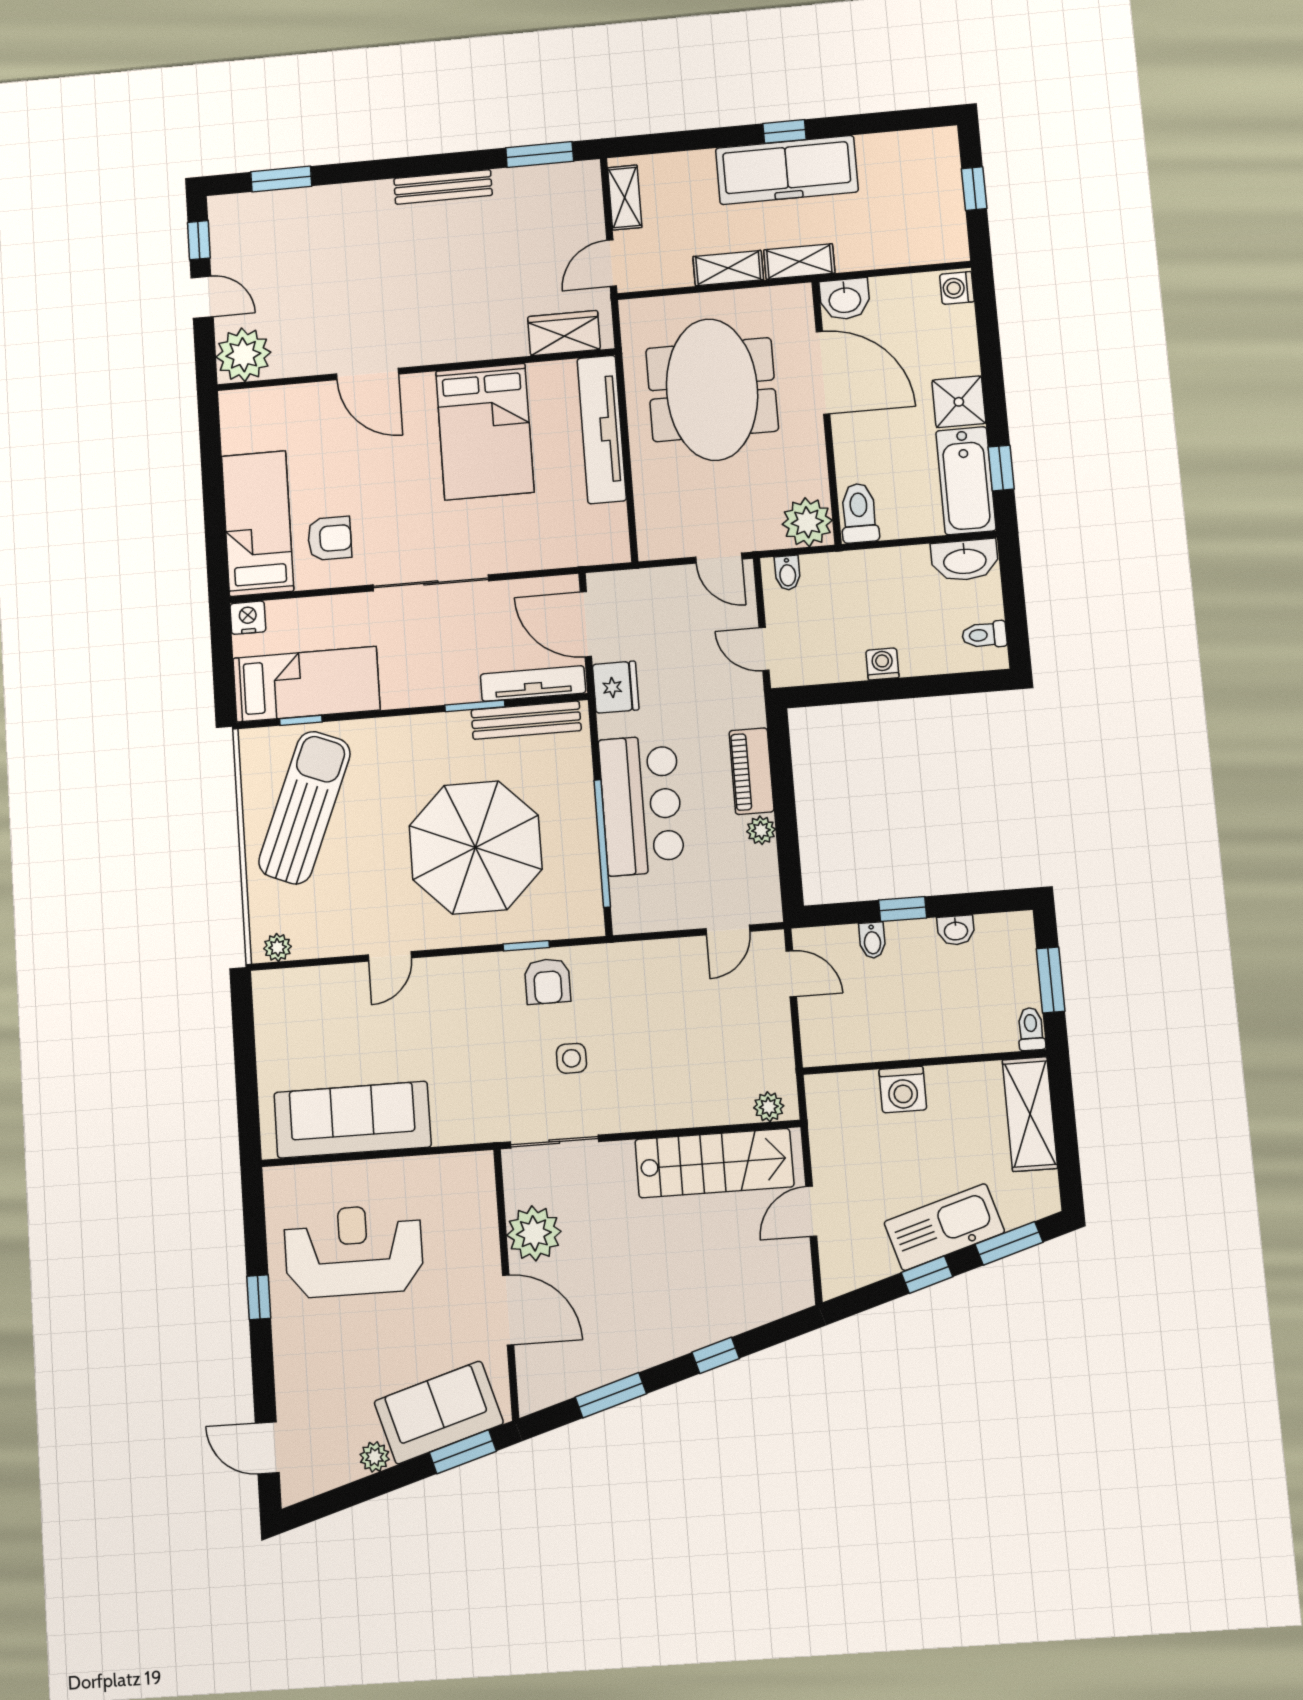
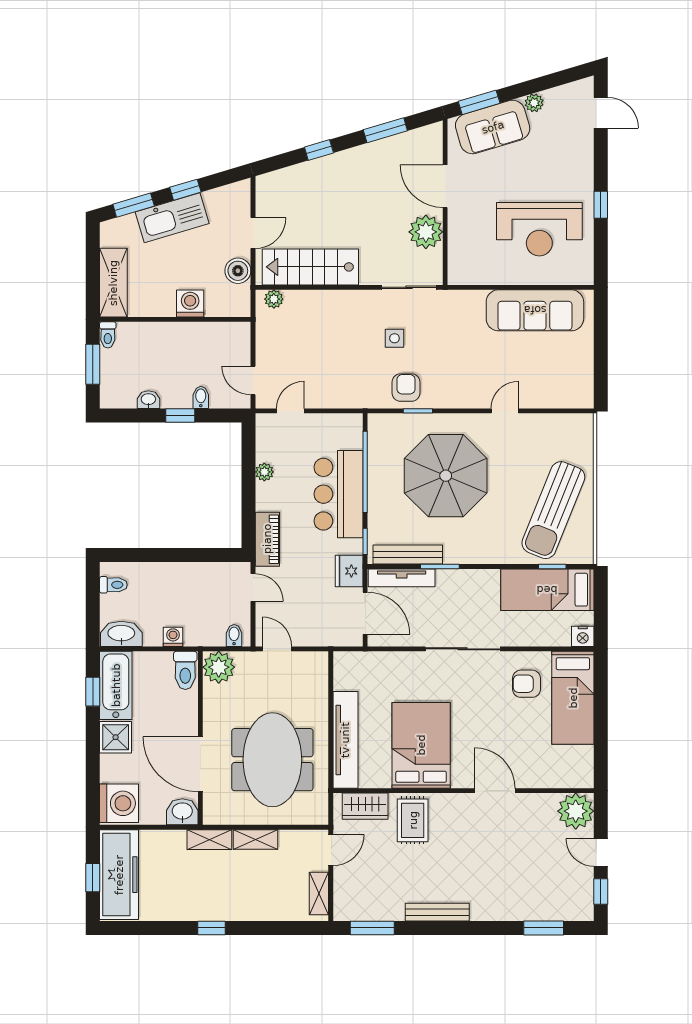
freezer: (787, 170) -> (119, 875), moved, turned 90
washing machine: (957, 288) -> (119, 803), width x1.89, depth x1.89
rug: (490, 319) -> (413, 820), added
washing machine: (882, 664) -> (173, 637), moved, turned 180
window: (594, 735) -> (365, 541), added
piano: (751, 771) -> (267, 539), moved
plant: (277, 947) -> (576, 422), removed
boiler: (830, 1148) -> (238, 271), added

